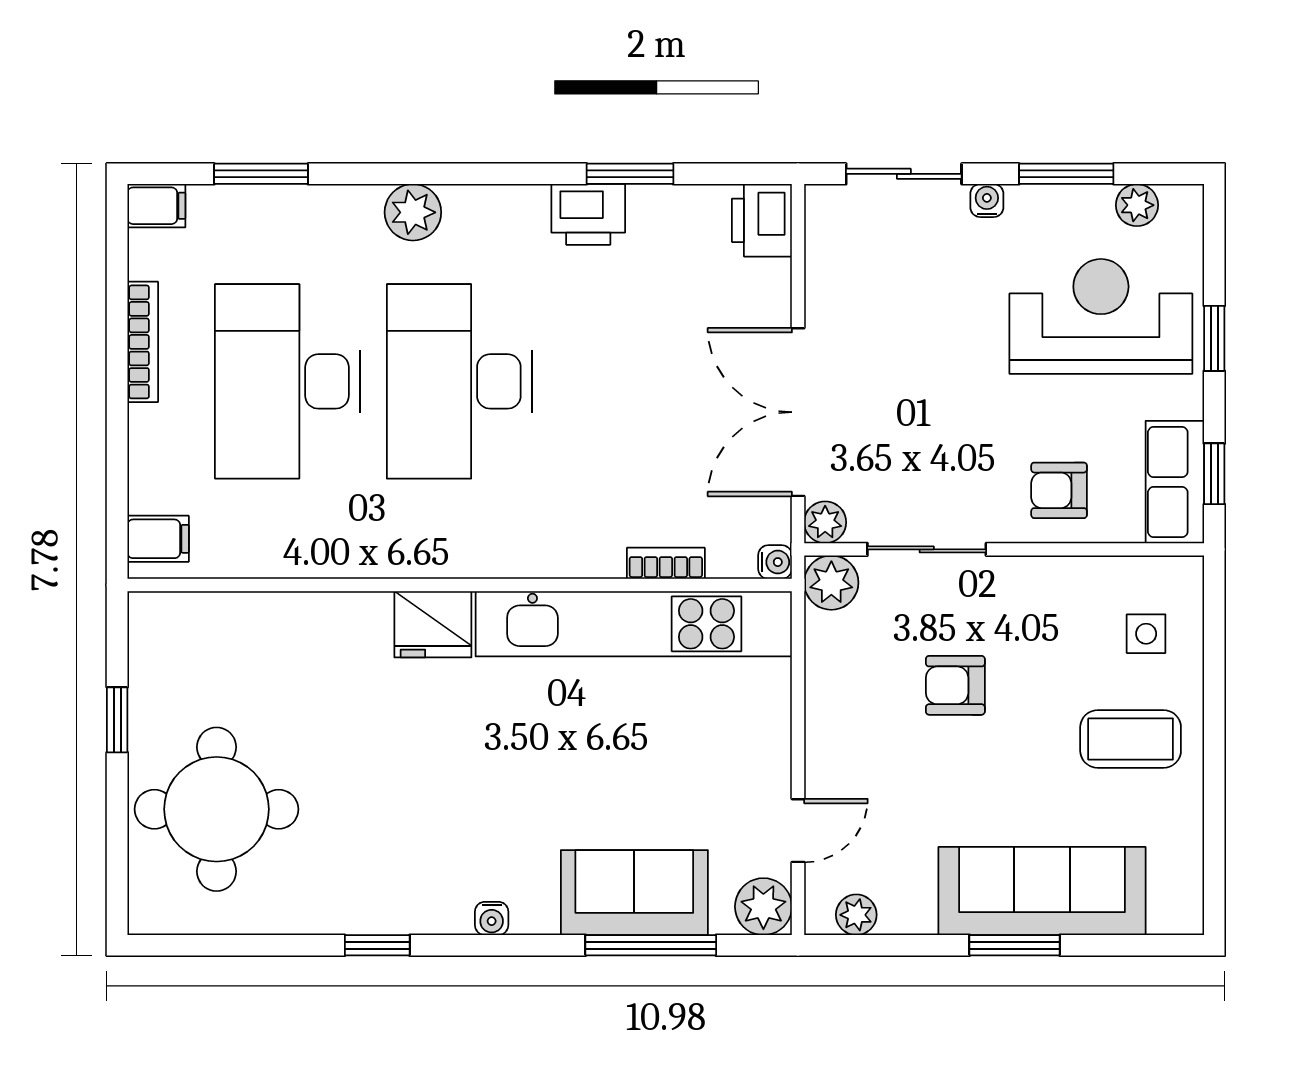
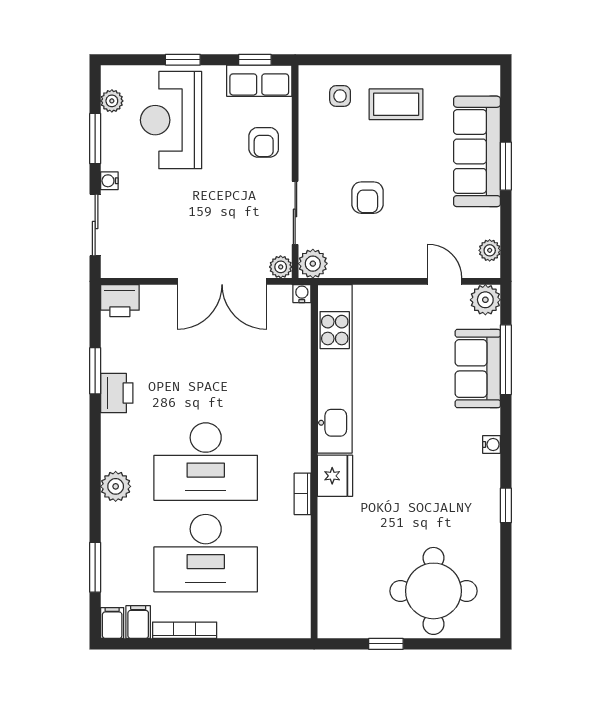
filing cabinet: (158, 539) -> (138, 622), moved
bookcase: (666, 563) -> (303, 494), moved
coffee table: (1131, 739) -> (396, 104), turned 90

